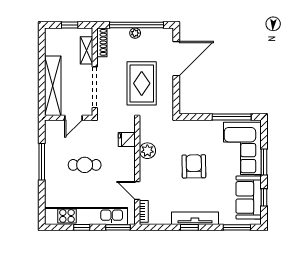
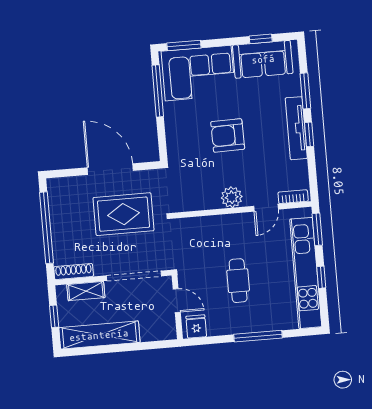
plant: (135, 33) -> (57, 229), removed
door: (176, 59) -> (110, 169), moved
shelving: (53, 86) -> (99, 335), moved
fridge: (127, 139) -> (196, 326), moved, turned 180
plant: (147, 151) -> (232, 197), moved
window: (42, 162) -> (258, 336), moved
window: (264, 162) -> (184, 45), moved
window: (237, 227) -> (305, 91), moved

